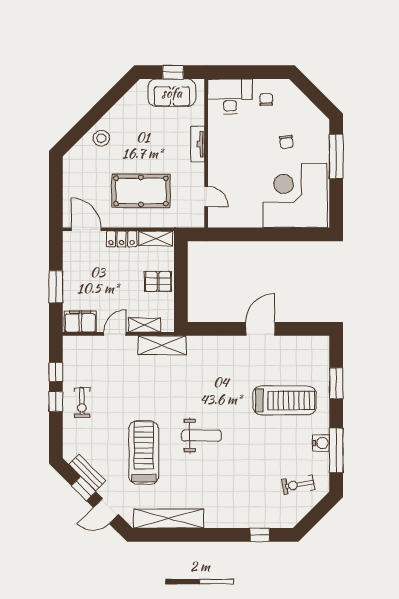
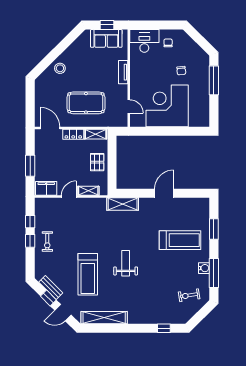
corner desk: (295, 196) -> (167, 106), moved
pallet: (158, 281) -> (97, 162), turned 90
shelving: (162, 345) -> (123, 204), moved
weight bench: (201, 436) -> (126, 263), turned -90
treadmill: (144, 452) -> (88, 274), turned 180

